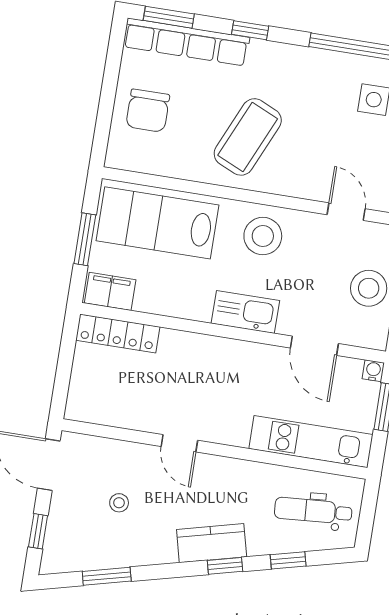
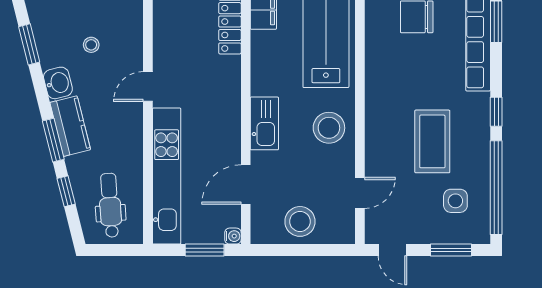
window: (250, 30) -> (496, 112), moved
coffee table: (248, 137) -> (432, 141), moved, turned 66
kitchen unit: (311, 442) -> (167, 176), width x1.36
washbasin: (158, 549) -> (58, 83), added
window: (225, 566) -> (53, 140), width x1.50

